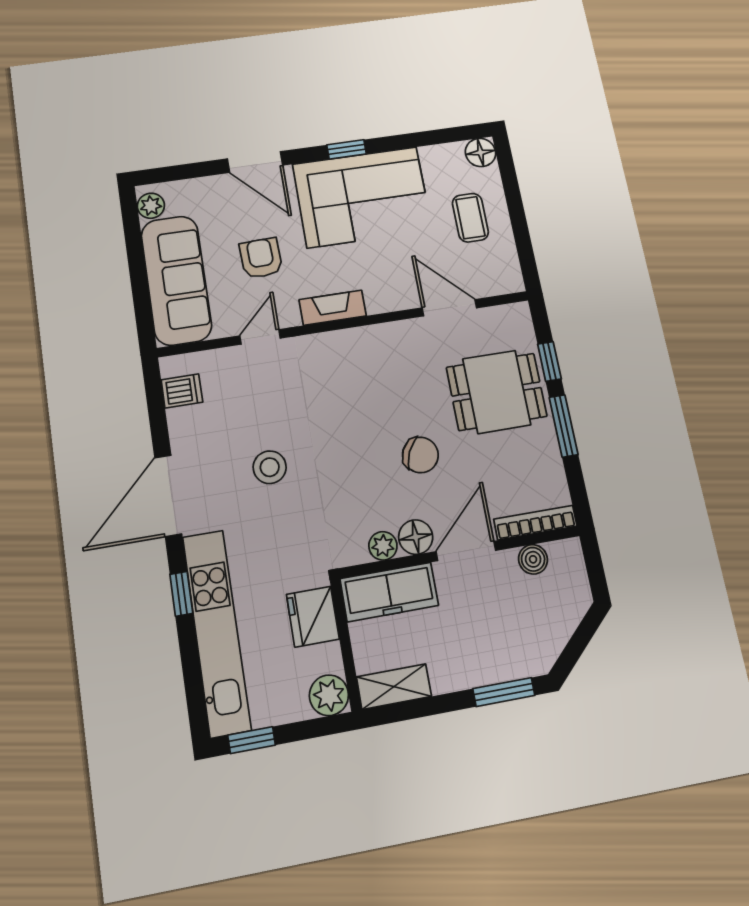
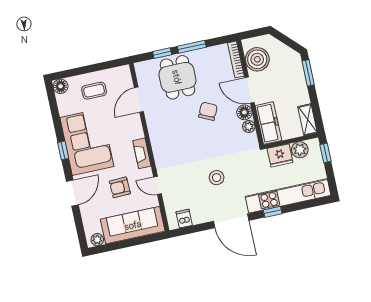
boiler: (533, 559) -> (257, 59), width x1.86, depth x1.86
plant: (329, 695) -> (300, 150), moved
window: (252, 740) -> (325, 153), moved

